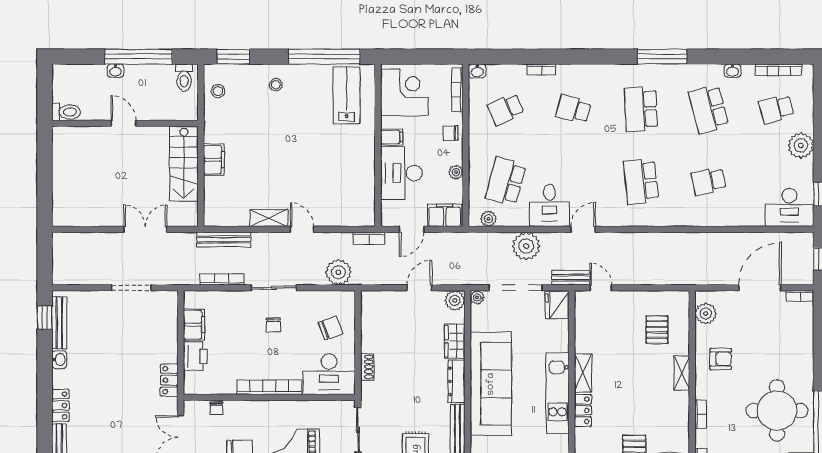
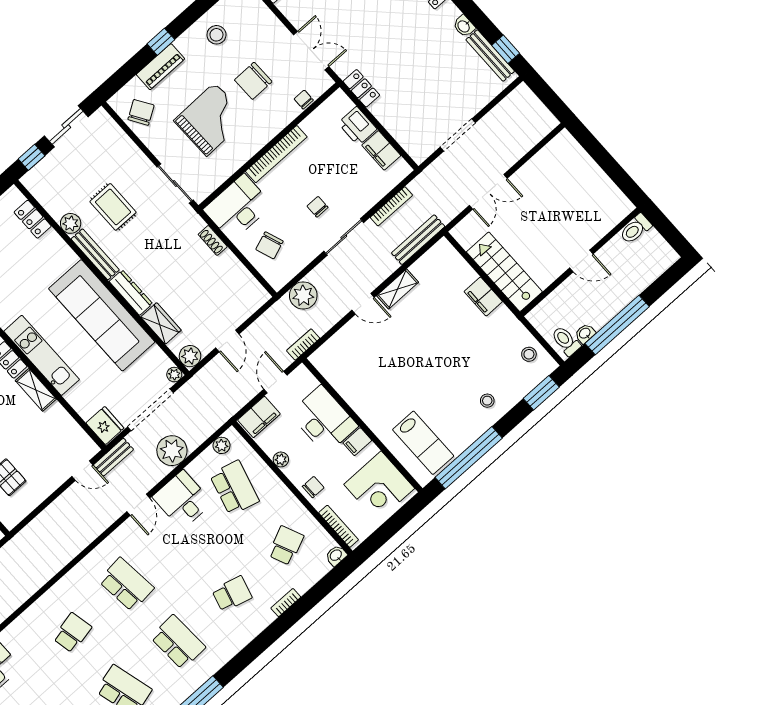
washbasin: (116, 71) -> (585, 333), moved

